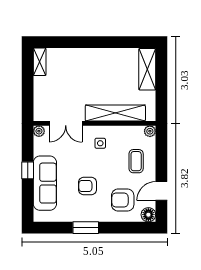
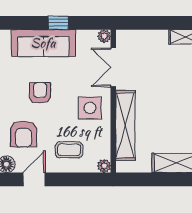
side table: (100, 143) -> (90, 108), width x1.87, depth x1.87
door: (161, 191) -> (34, 179), hinge flipped
armchair: (123, 200) -> (24, 134), turned 180

